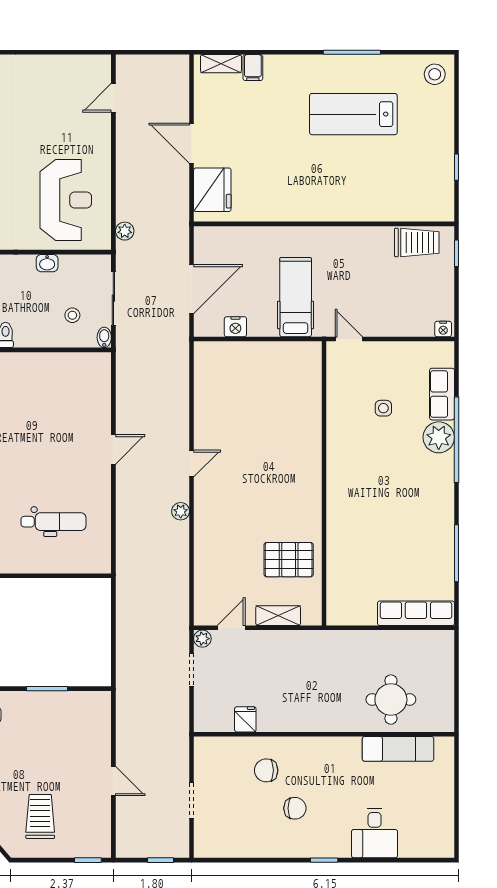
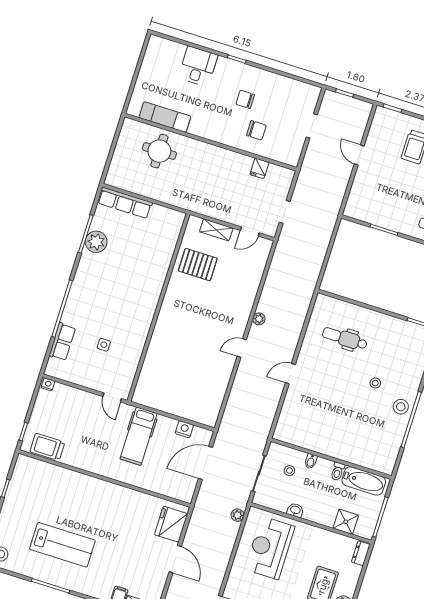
bidet: (104, 337) -> (311, 461), moved
plant: (439, 437) -> (96, 242), moved
plant: (202, 639) -> (271, 230), removed

